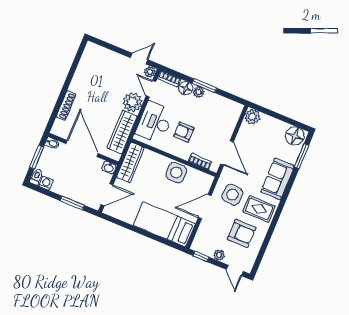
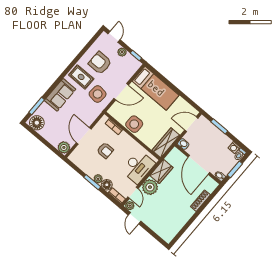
door: (139, 59) -> (134, 218), hinge flipped
wardrobe: (122, 132) -> (161, 171), width x0.67
armchair: (184, 132) -> (105, 150), moved
door: (227, 153) -> (84, 136), moved

